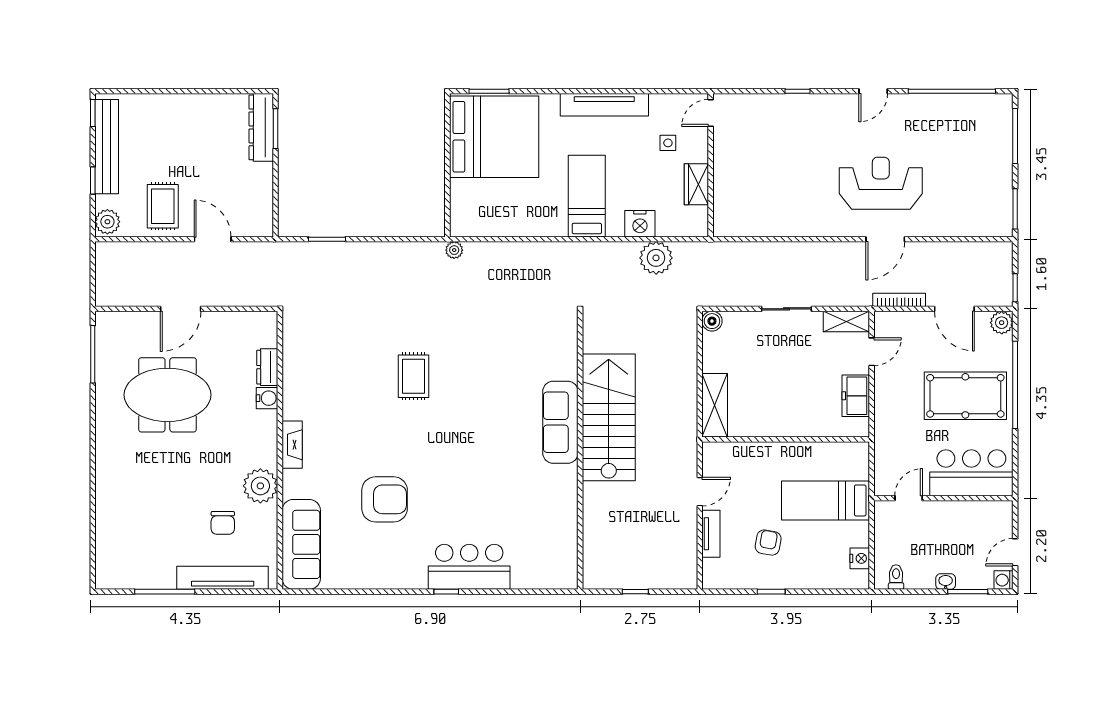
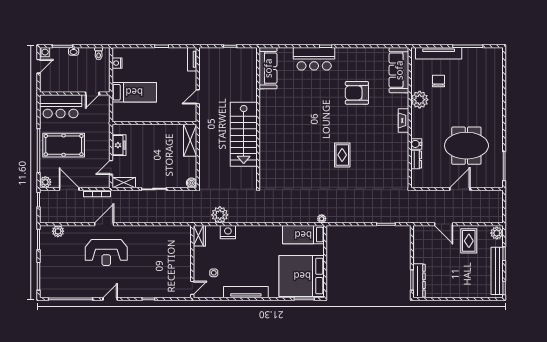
wardrobe: (696, 184) -> (199, 236), moved
bed: (587, 196) -> (303, 235), moved, turned 90
plant: (976, 225) -> (58, 231), added
sofa: (560, 422) -> (268, 68), moved
tv unit: (711, 534) -> (192, 59), moved
armchair: (768, 543) -> (163, 71), removed

